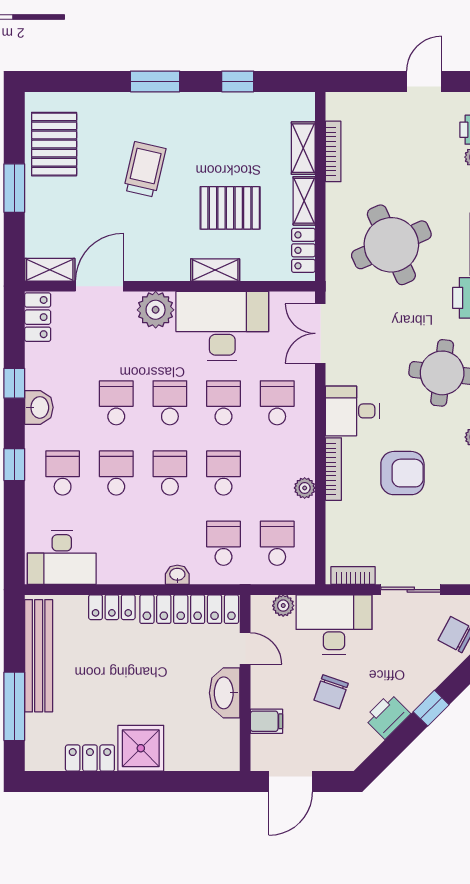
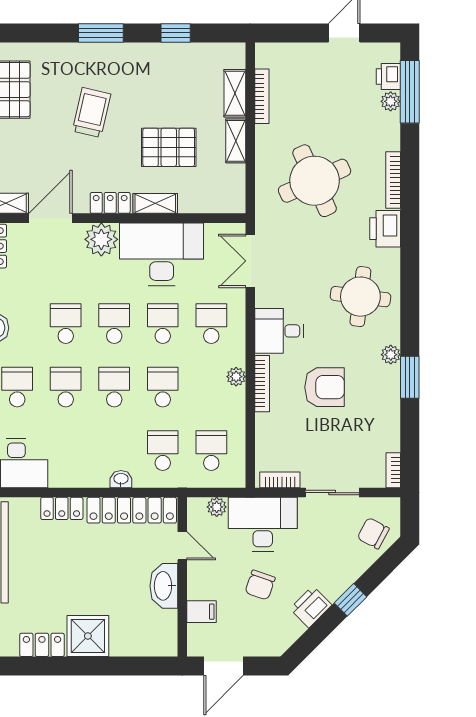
locker: (303, 250) -> (110, 203), moved, turned 90
plant: (305, 488) -> (236, 377), moved

